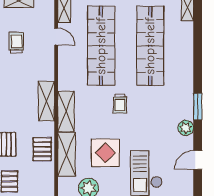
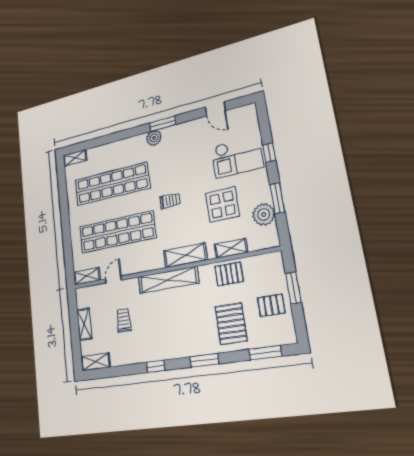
trolley: (16, 43) -> (124, 320), turned 90
shelving: (47, 101) -> (168, 280), width x1.47
plant: (186, 128) -> (154, 138), moved
shelving: (67, 154) -> (231, 248), width x0.67, depth x0.75

